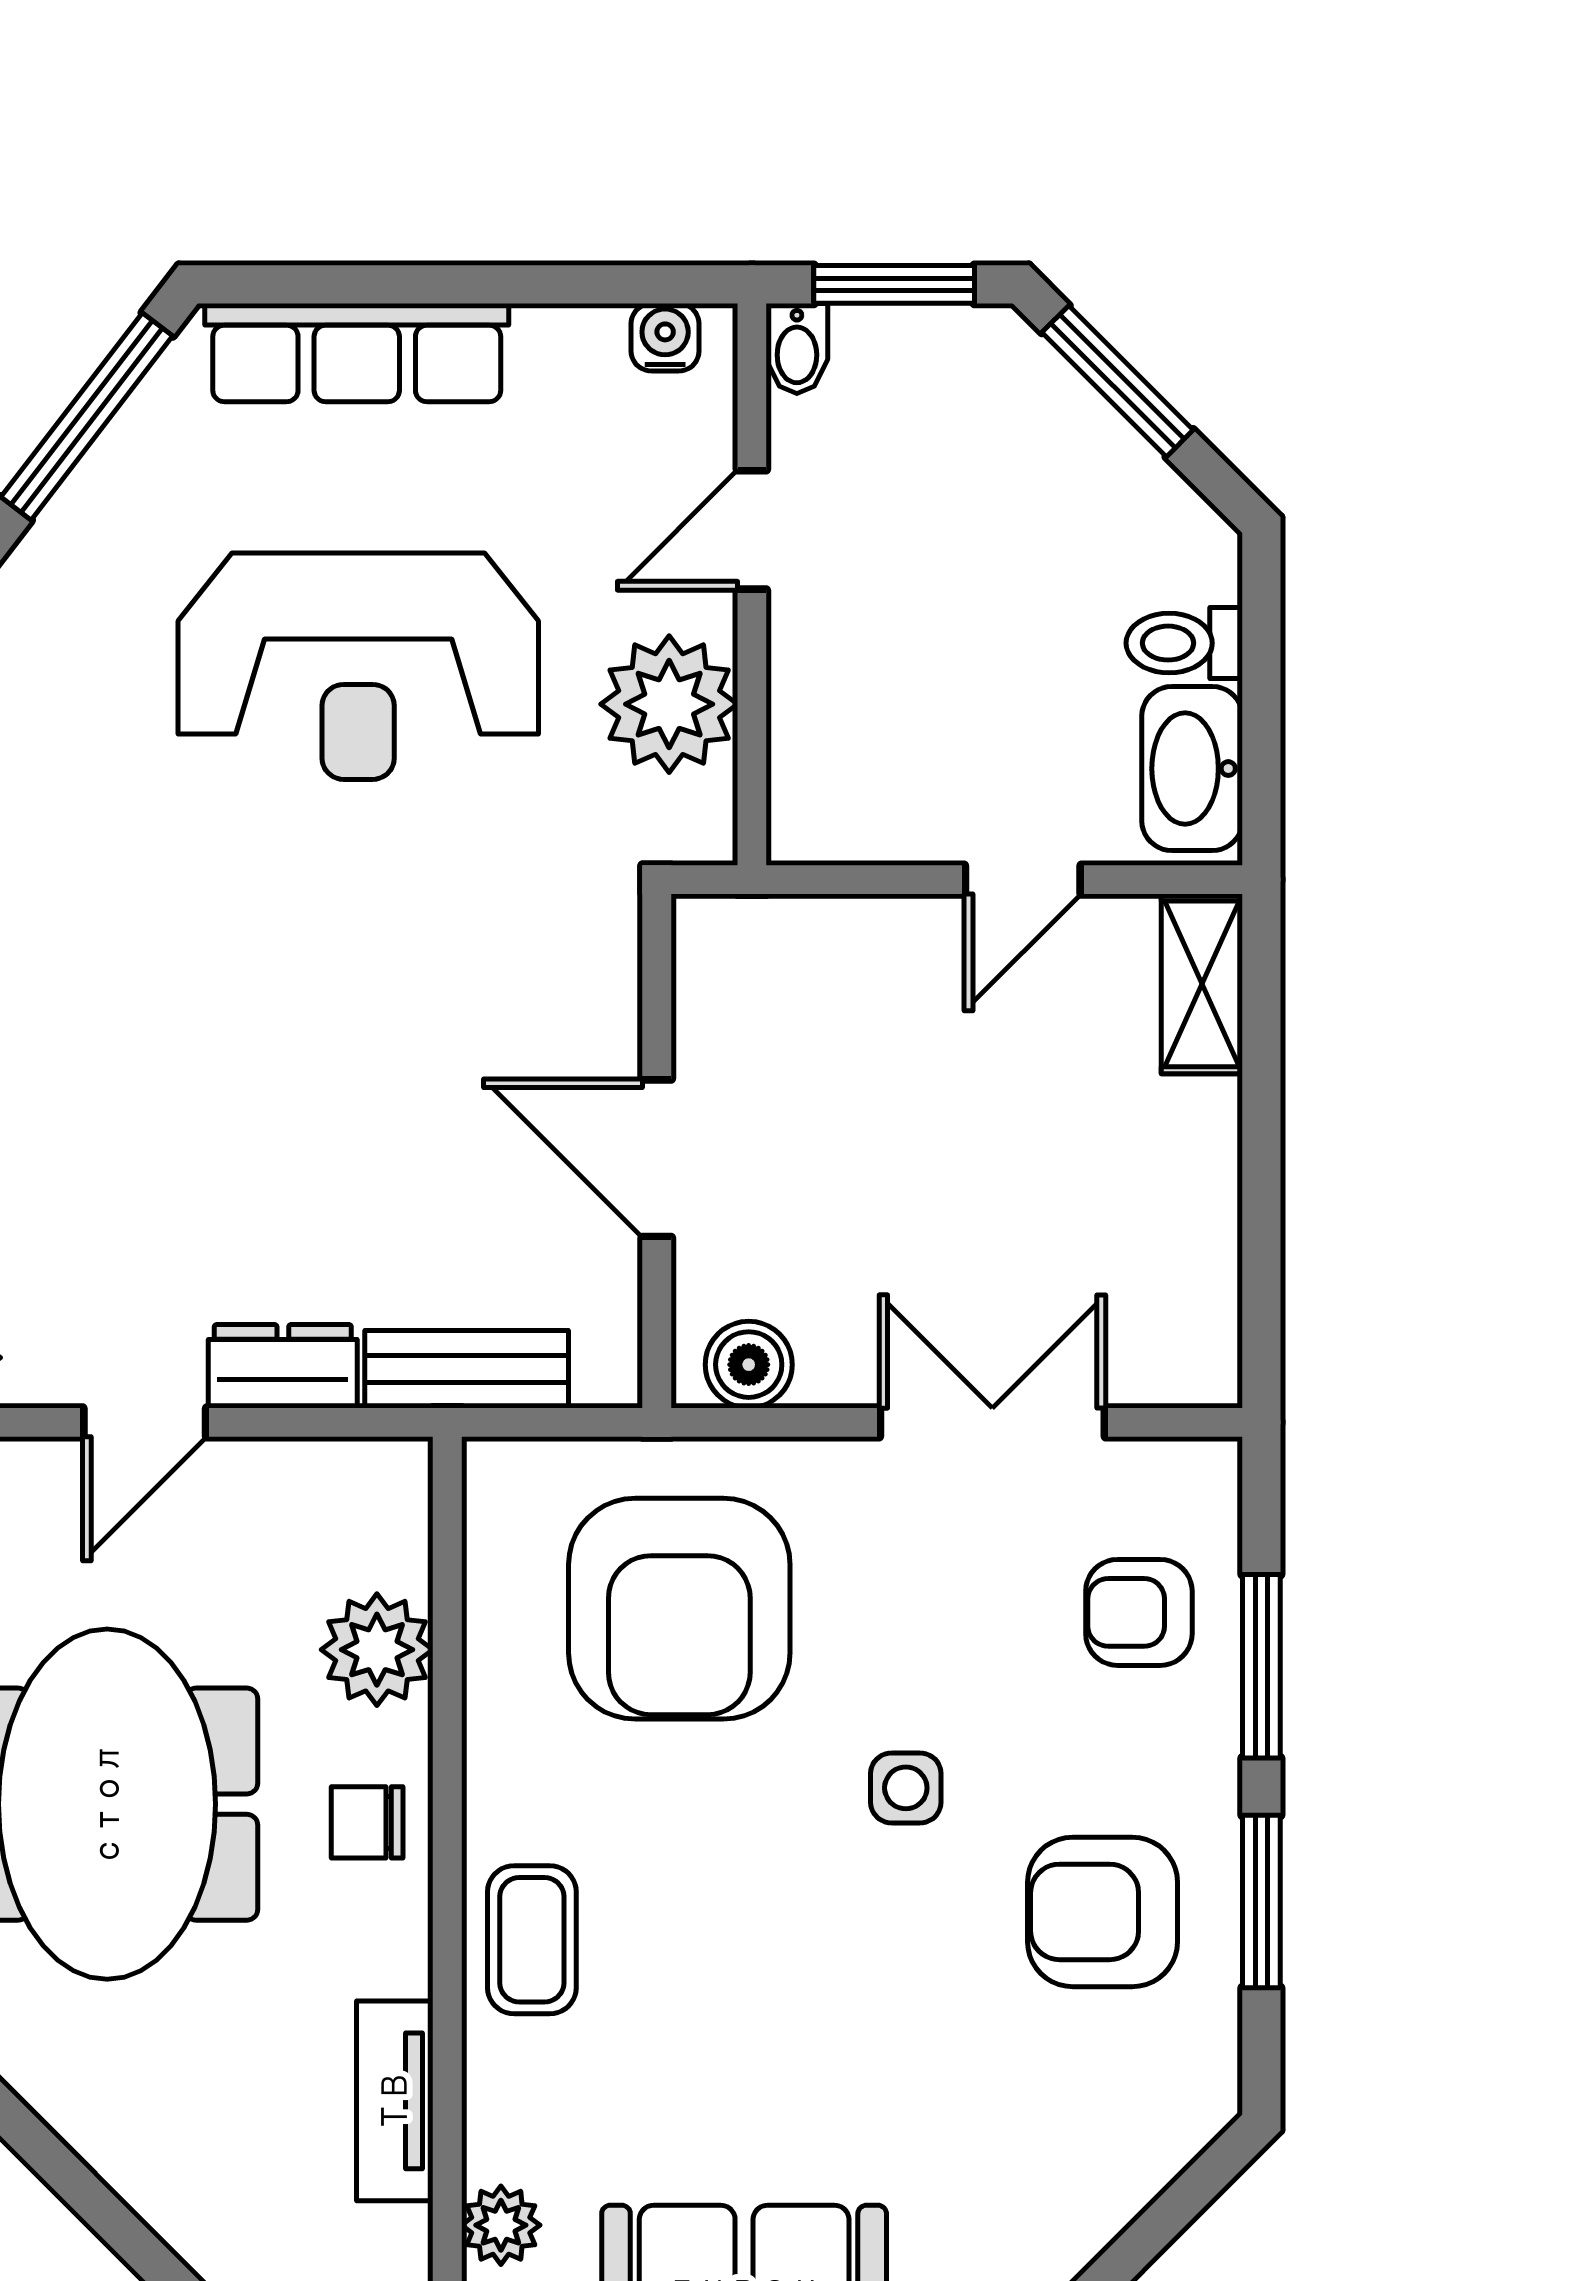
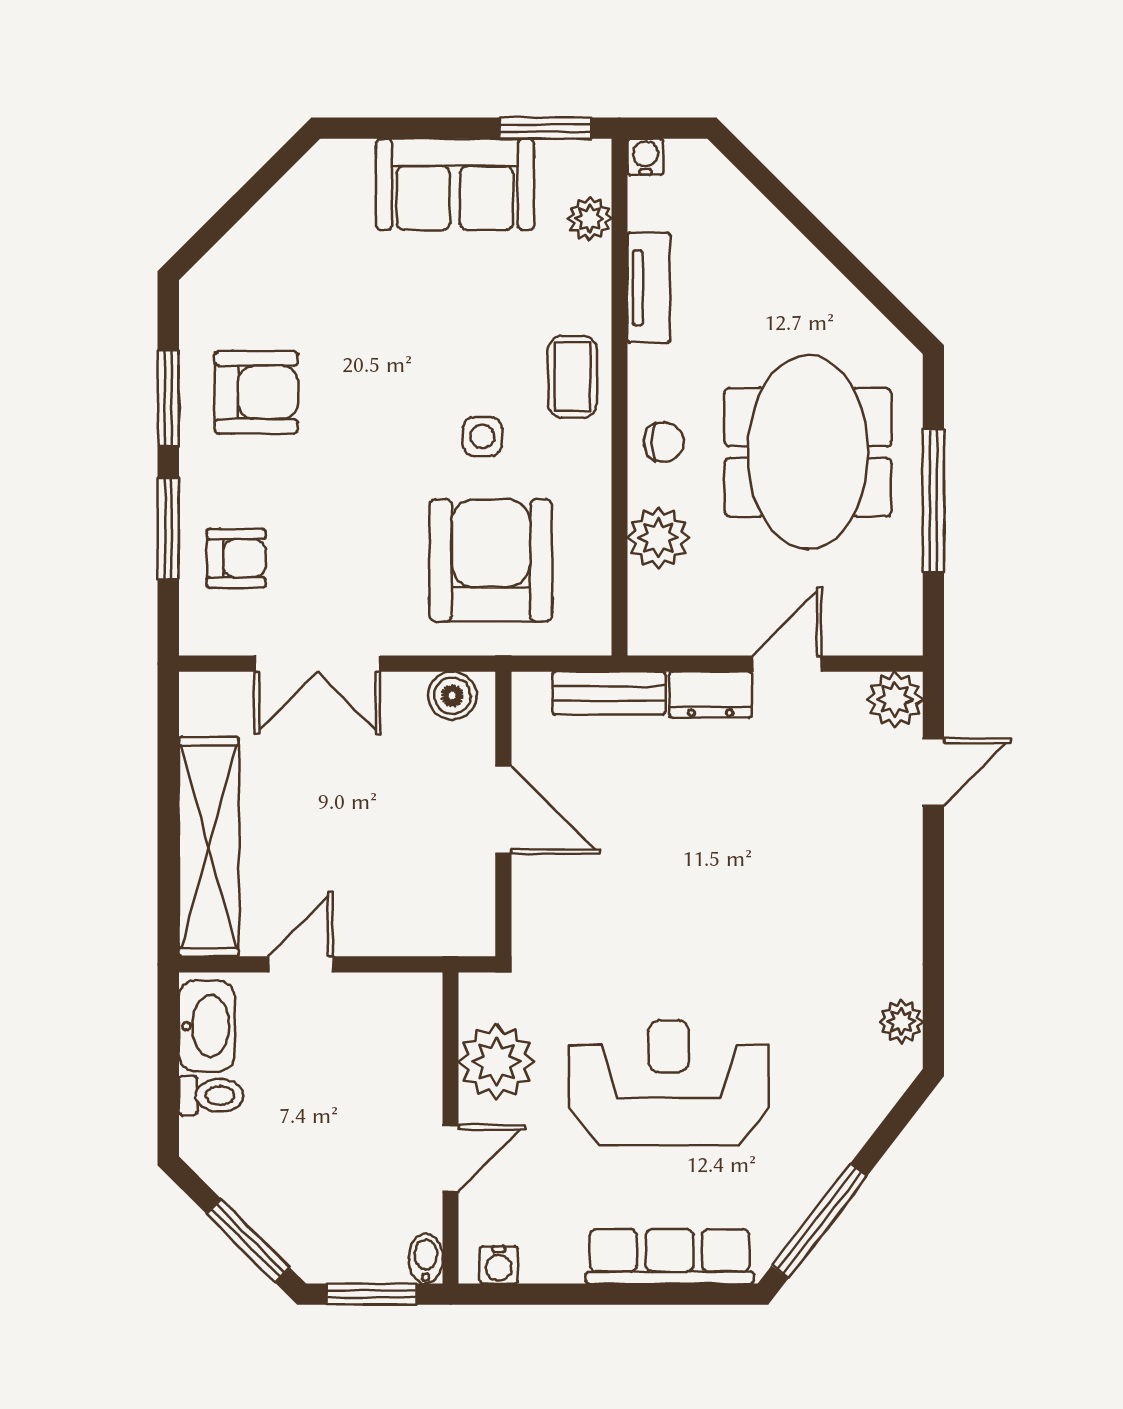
shelving: (1202, 984) -> (209, 847), width x2.20, depth x1.33
side table: (906, 1788) -> (482, 436), moved

